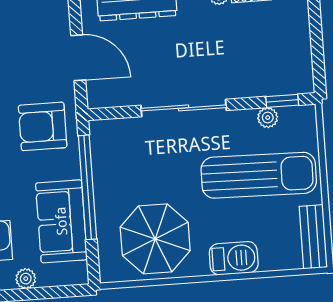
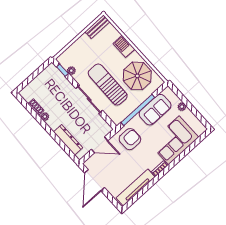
door: (78, 58) -> (99, 145), swing flipped
armchair: (43, 126) -> (130, 139), turned -90
sun lounger: (259, 175) -> (108, 85), moved

